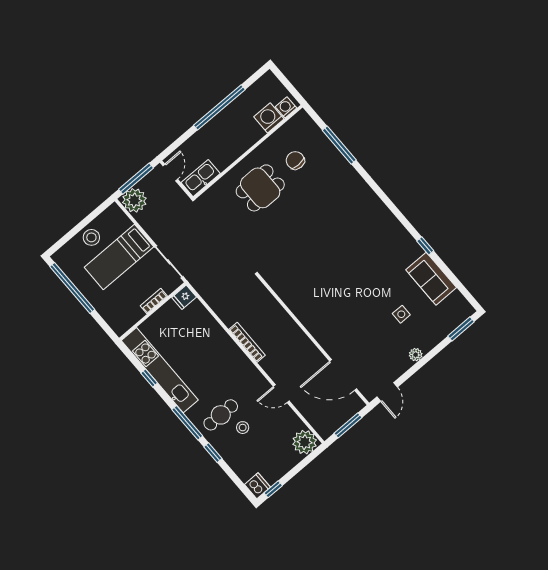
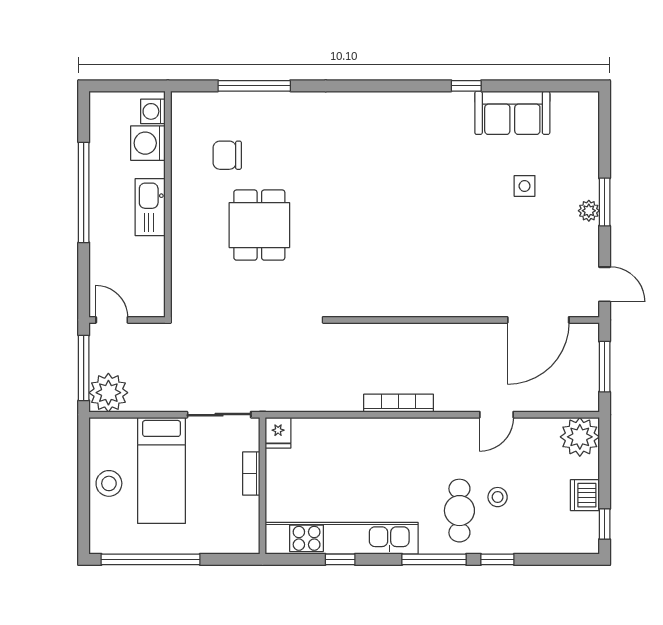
kitchen sink: (201, 178) -> (150, 207), moved
dining table: (260, 188) -> (259, 225), moved
window: (461, 329) -> (605, 202), moved
dishwasher: (257, 486) -> (585, 495), moved, turned -90

